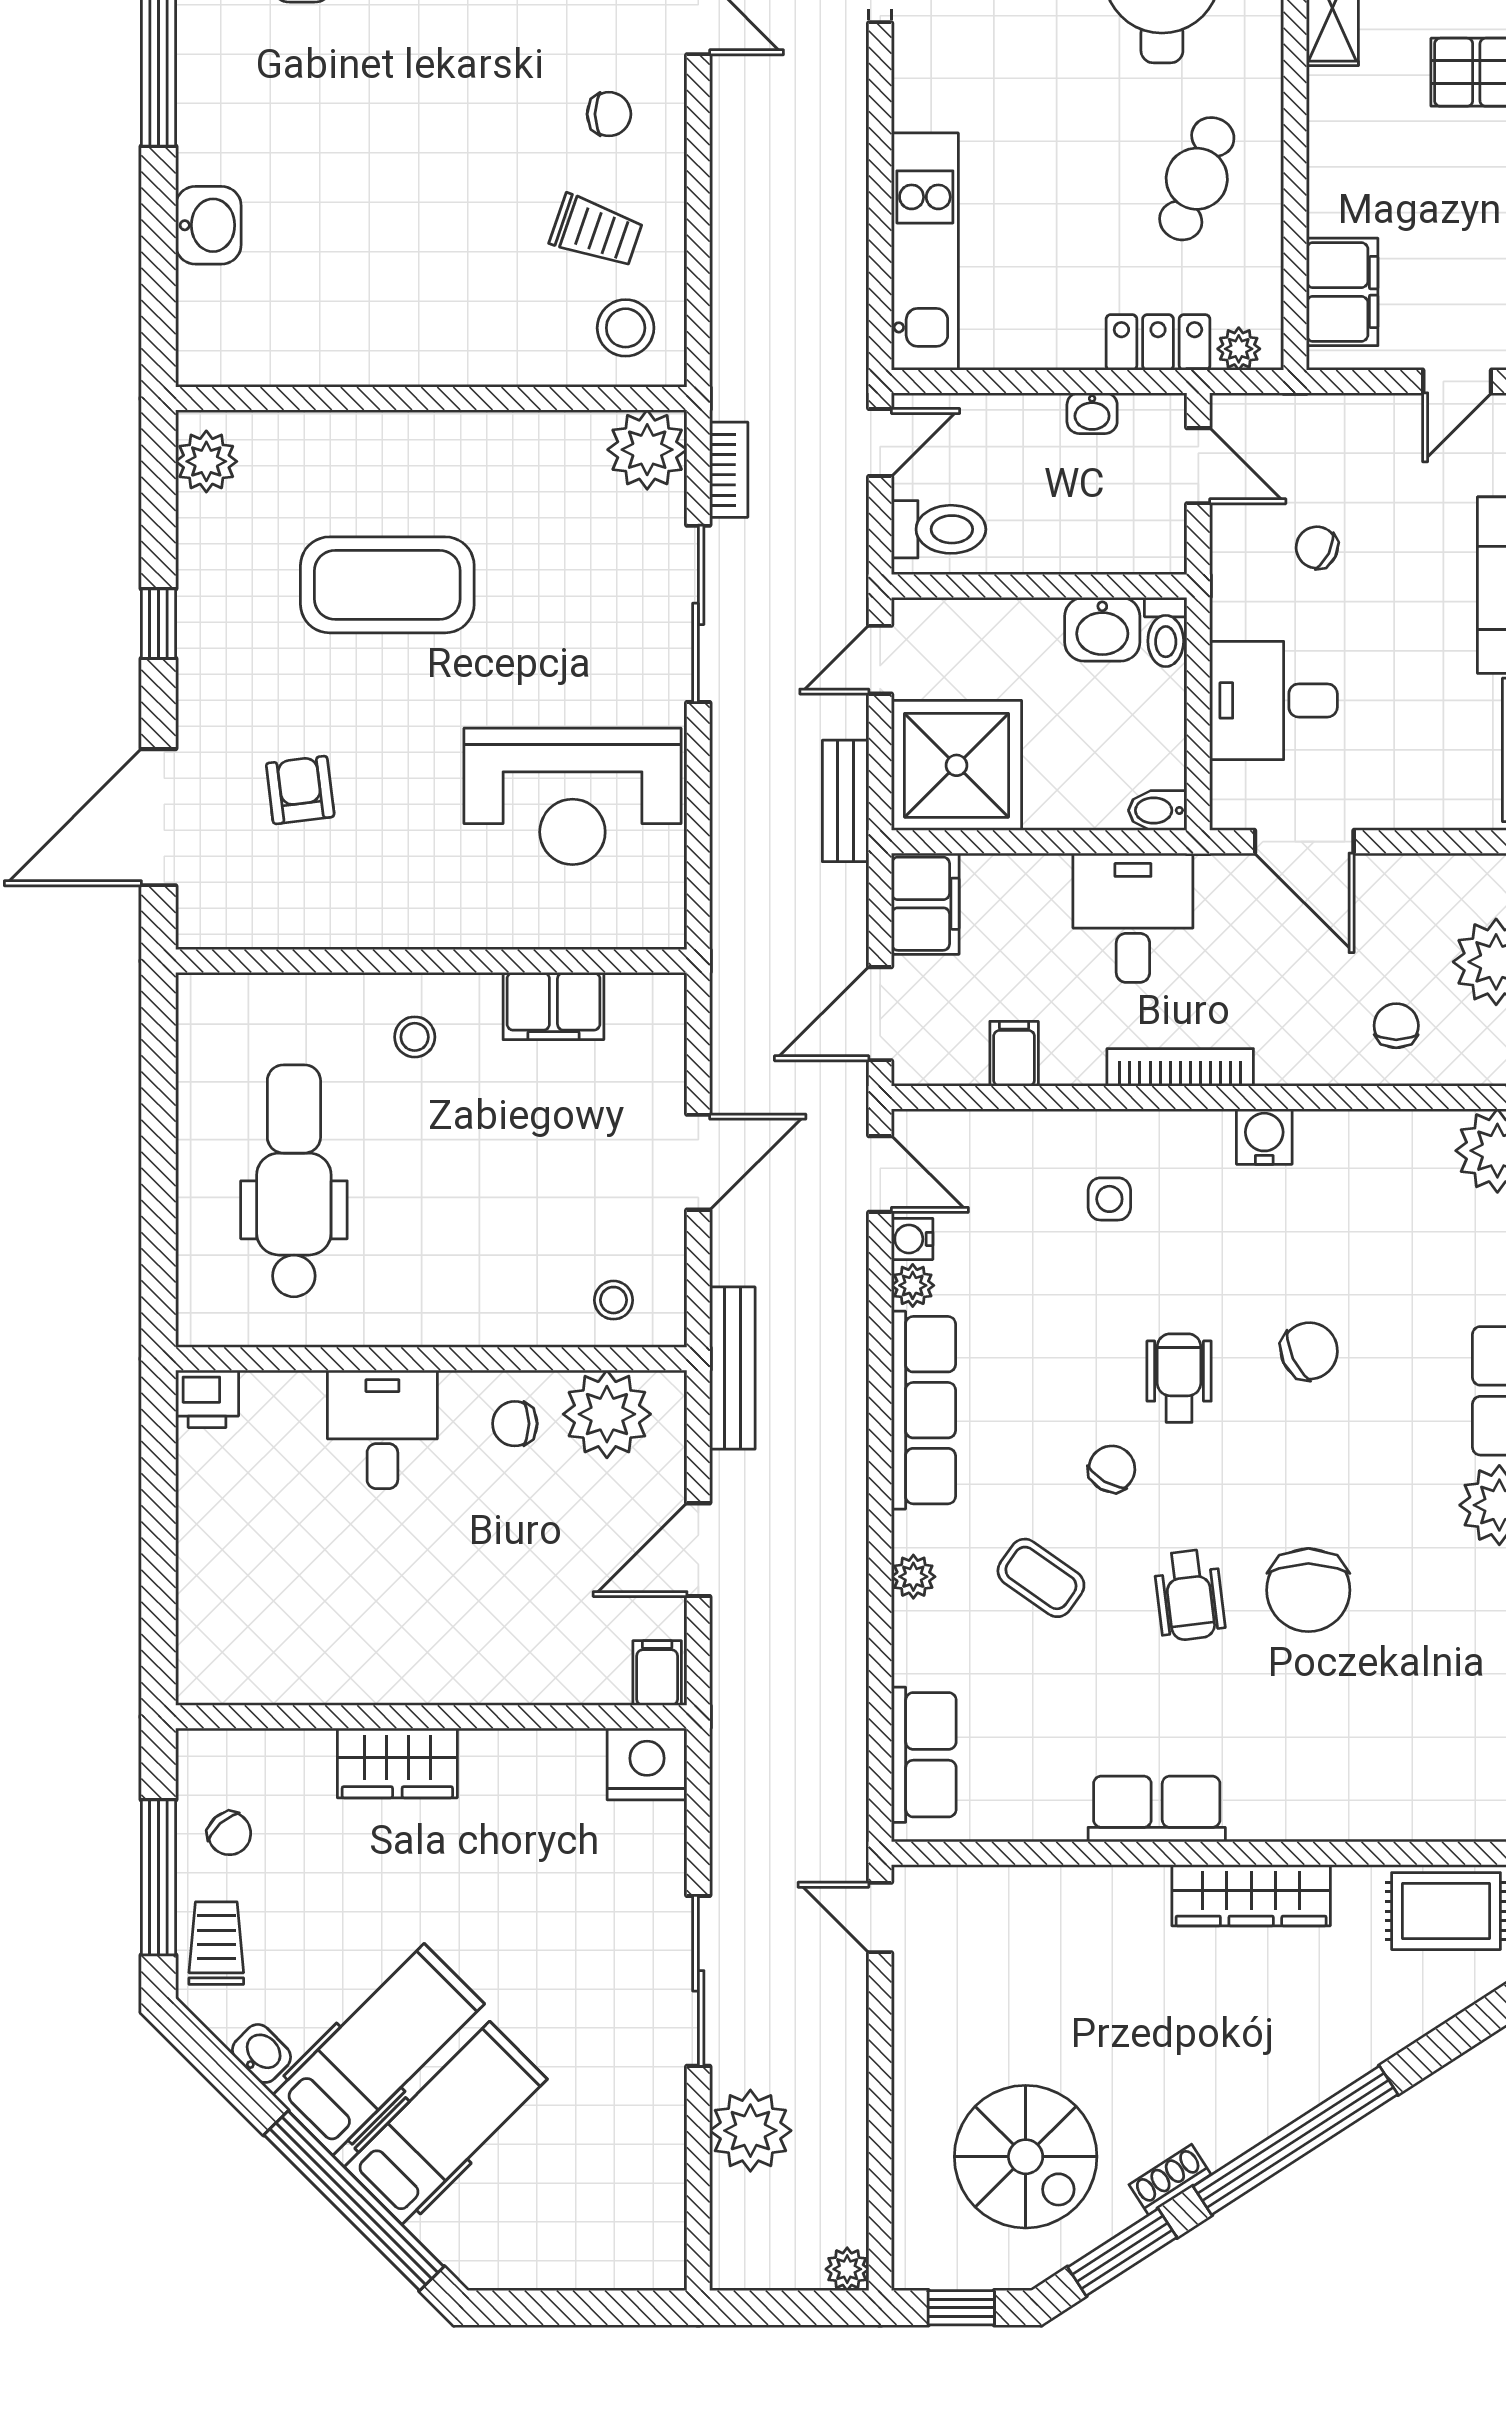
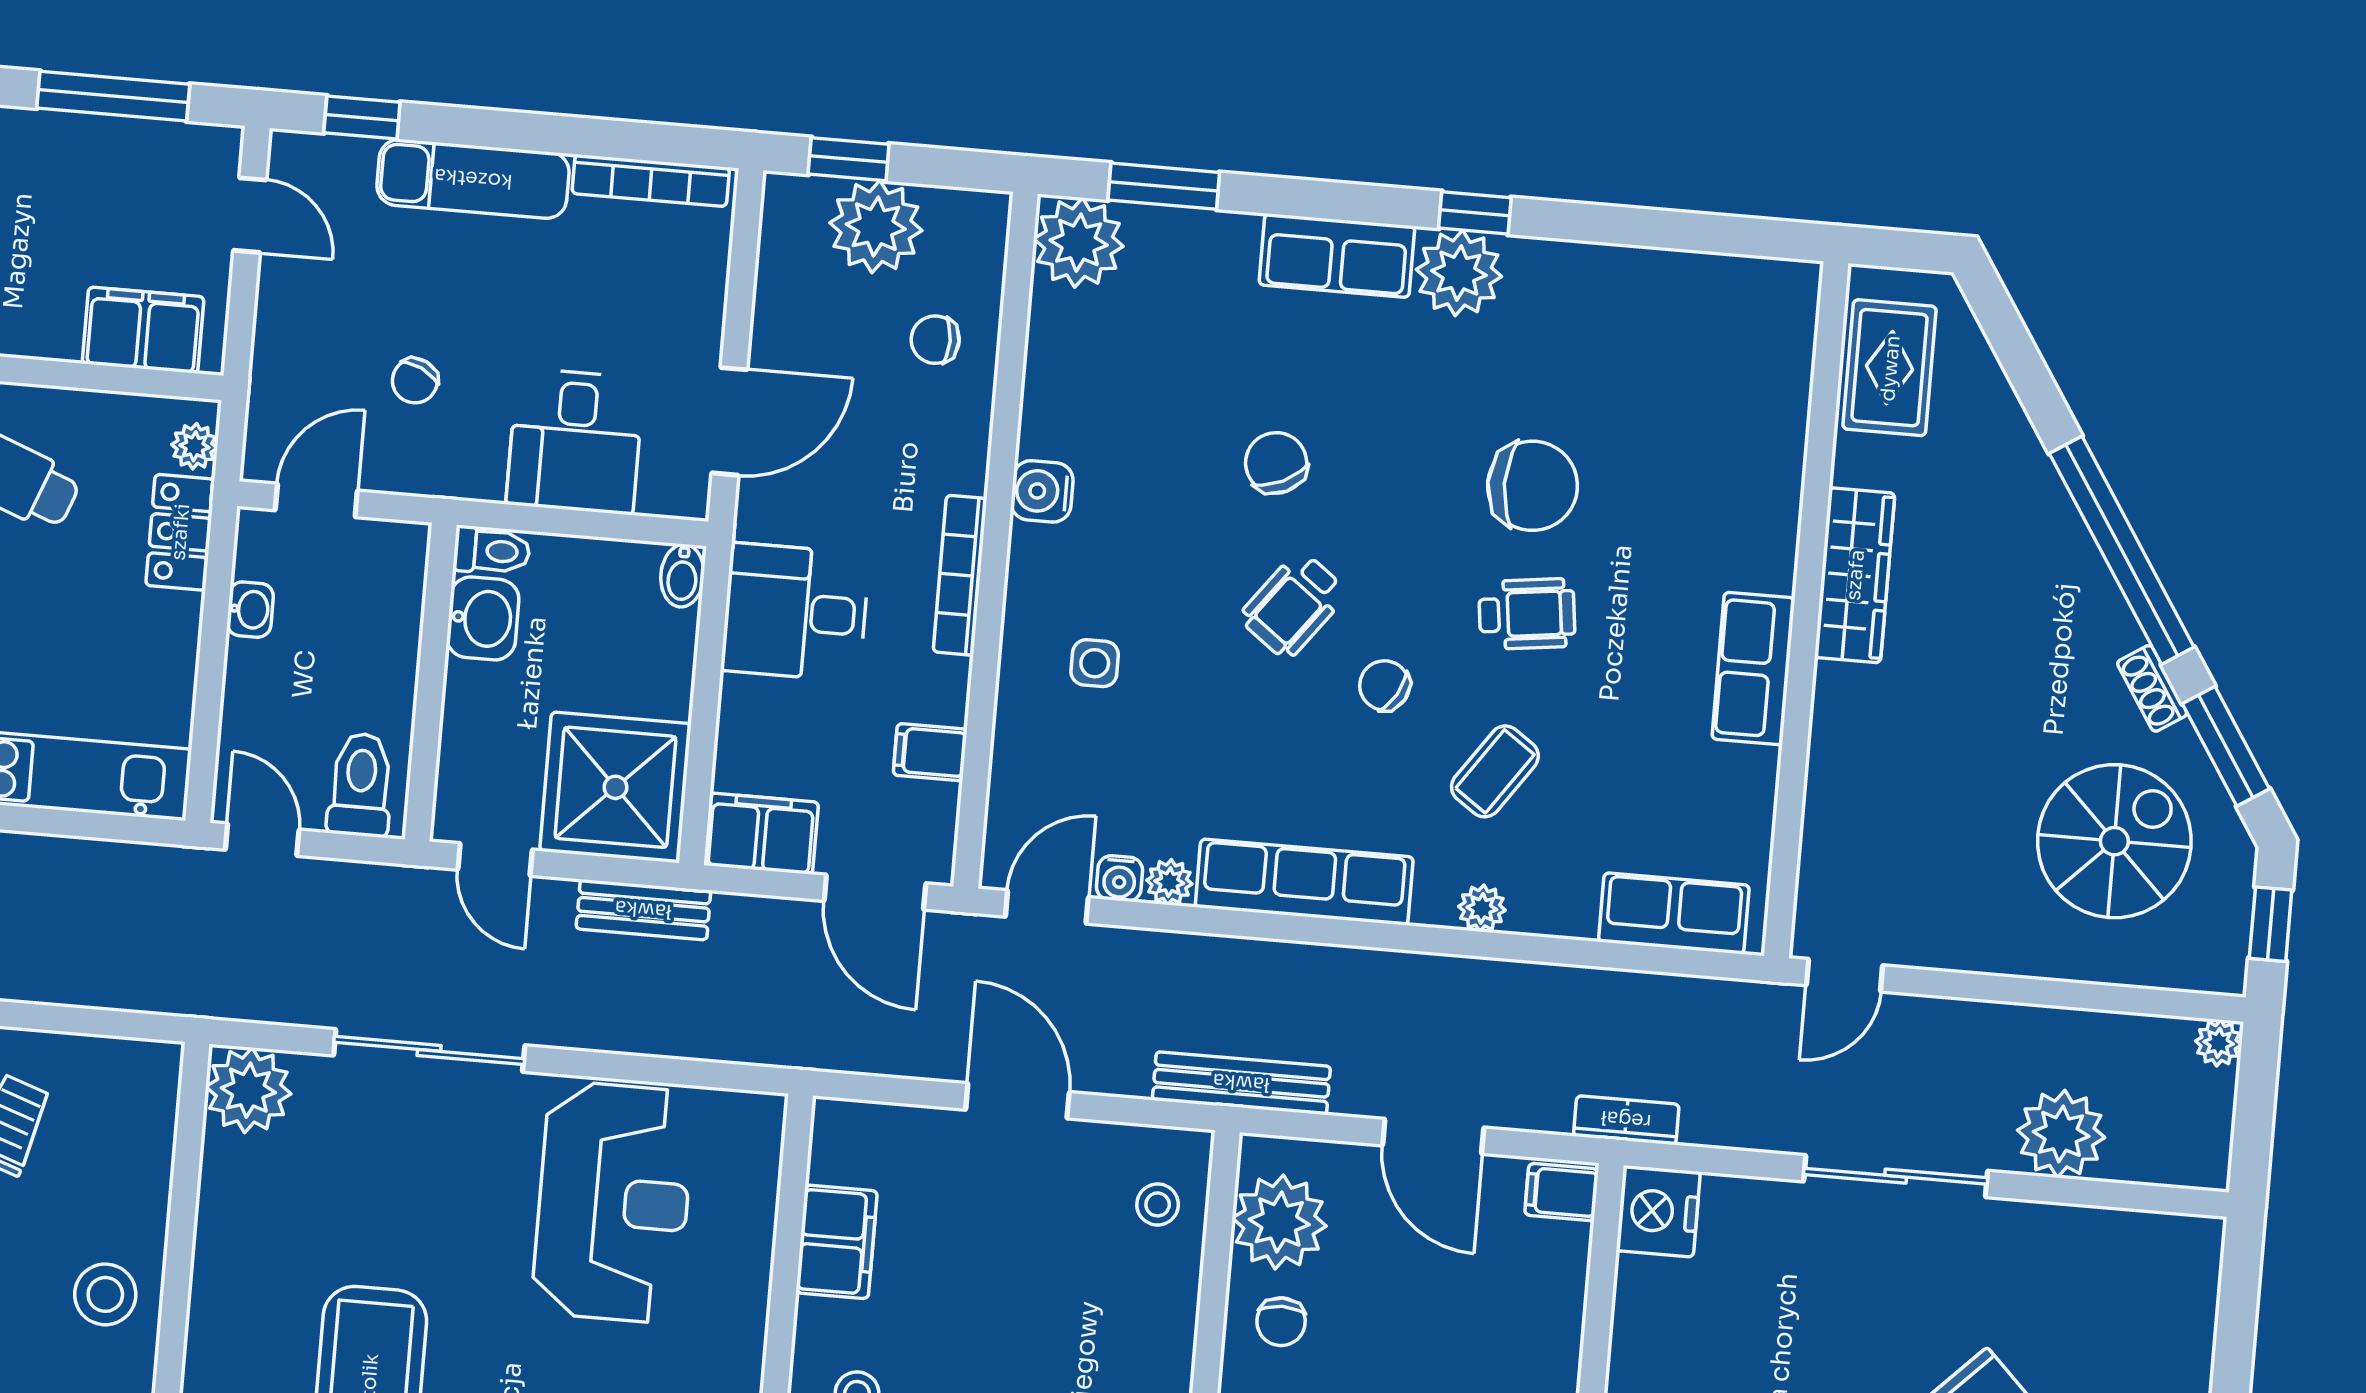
stool: (626, 328) -> (105, 1294), moved
bookcase: (729, 470) -> (1626, 1120), moved
wheelchair: (1179, 1378) -> (1293, 605), turned -53

